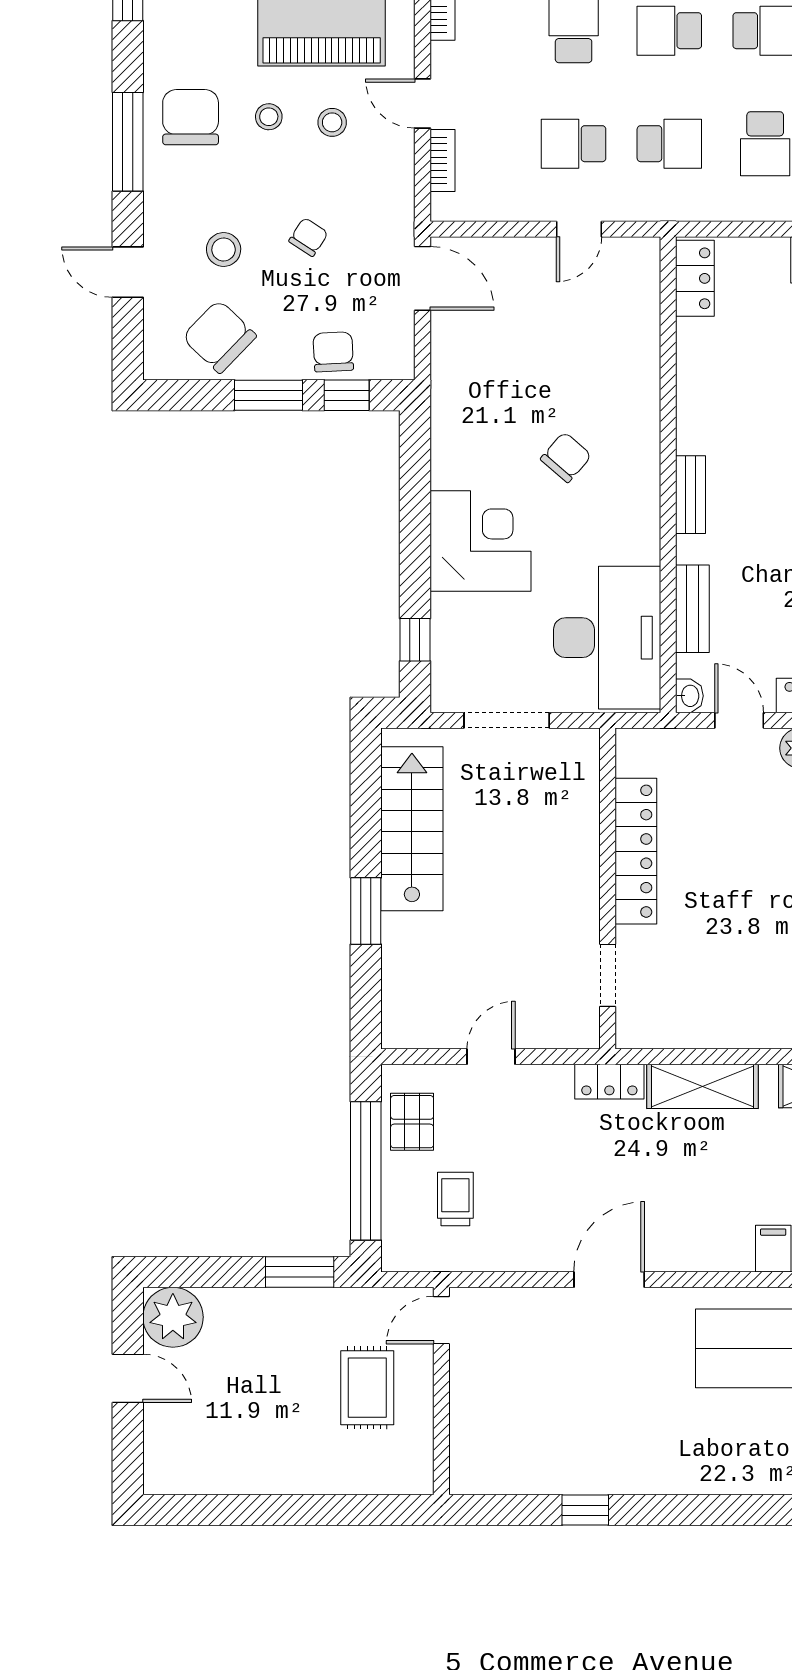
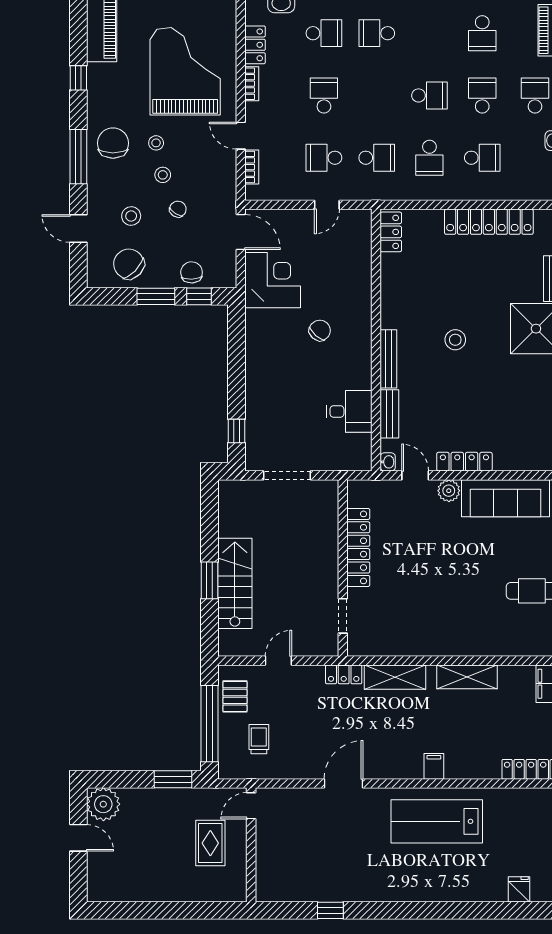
school desk: (669, 31) -> (377, 95), removed
stool: (332, 122) -> (163, 175), moved
bench: (691, 495) -> (388, 359), width x1.36
corner desk: (481, 541) -> (273, 280), moved
desk: (607, 638) -> (349, 411), width x0.53, depth x0.77
stairs: (412, 829) -> (235, 583), moved

